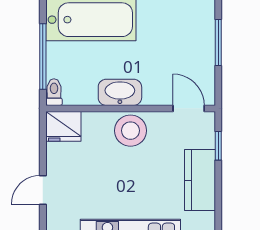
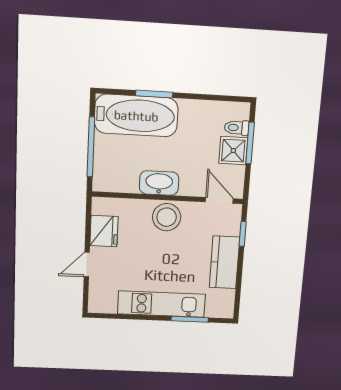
shower: (200, 52) -> (233, 151), added
toilet: (54, 92) -> (237, 128), moved, turned -90
fridge: (63, 126) -> (104, 231), moved, turned -90

